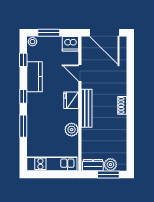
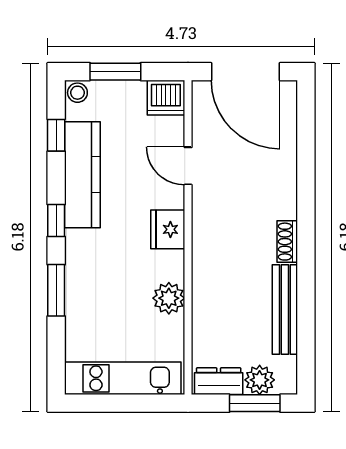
kitchen counter: (35, 77) -> (82, 175), width x1.50
bench: (87, 108) -> (285, 310), moved

